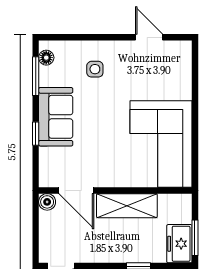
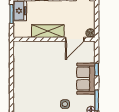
corner sofa: (161, 144) -> (30, 64), removed
door: (76, 190) -> (75, 39), swing flipped

